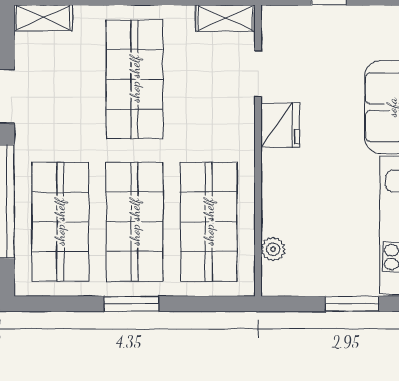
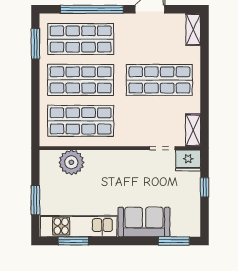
fridge: (280, 125) -> (188, 160), moved
plant: (273, 249) -> (71, 162), width x1.88, depth x1.88
window: (131, 304) -> (35, 44), moved

